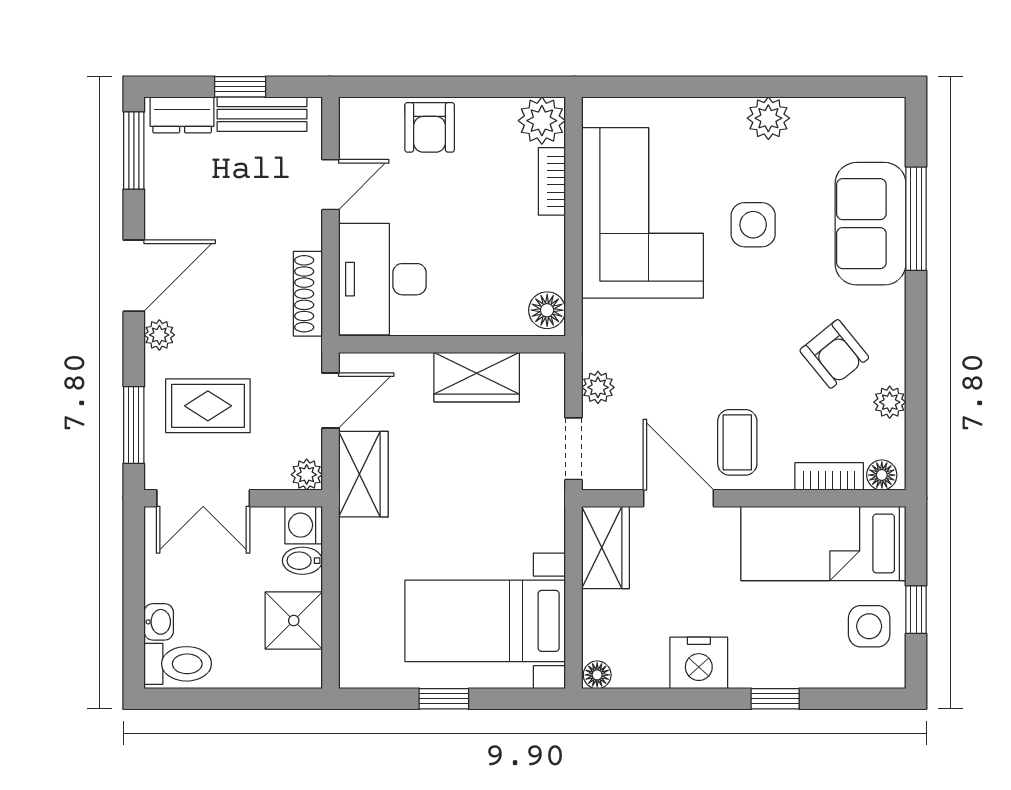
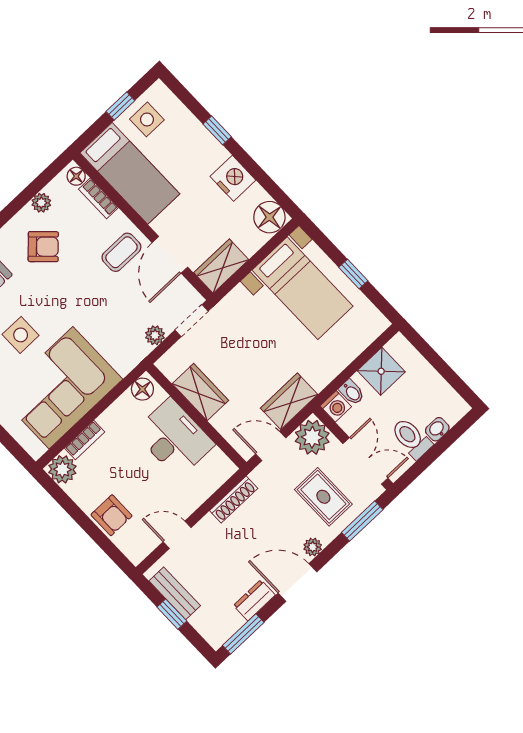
dresser: (182, 115) -> (254, 600), moved, turned -90
armchair: (430, 127) -> (111, 515), turned 90
desk: (382, 279) -> (174, 438), moved, turned -90
armchair: (834, 354) -> (43, 247), turned 83
plant: (307, 475) -> (312, 437), width x1.88, depth x1.88
toilet: (178, 664) -> (411, 438), moved
floor lamp: (597, 675) -> (269, 217), width x1.89, depth x1.89

